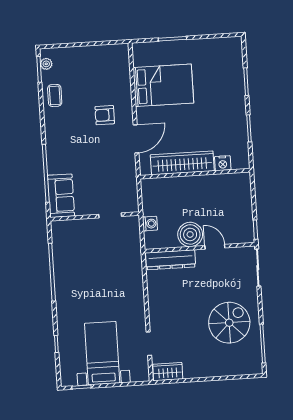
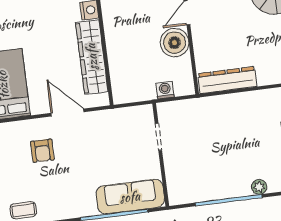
sofa: (61, 196) -> (130, 197), width x1.36
dresser: (171, 260) -> (227, 80), moved, turned -90
plant: (62, 299) -> (259, 187), added

